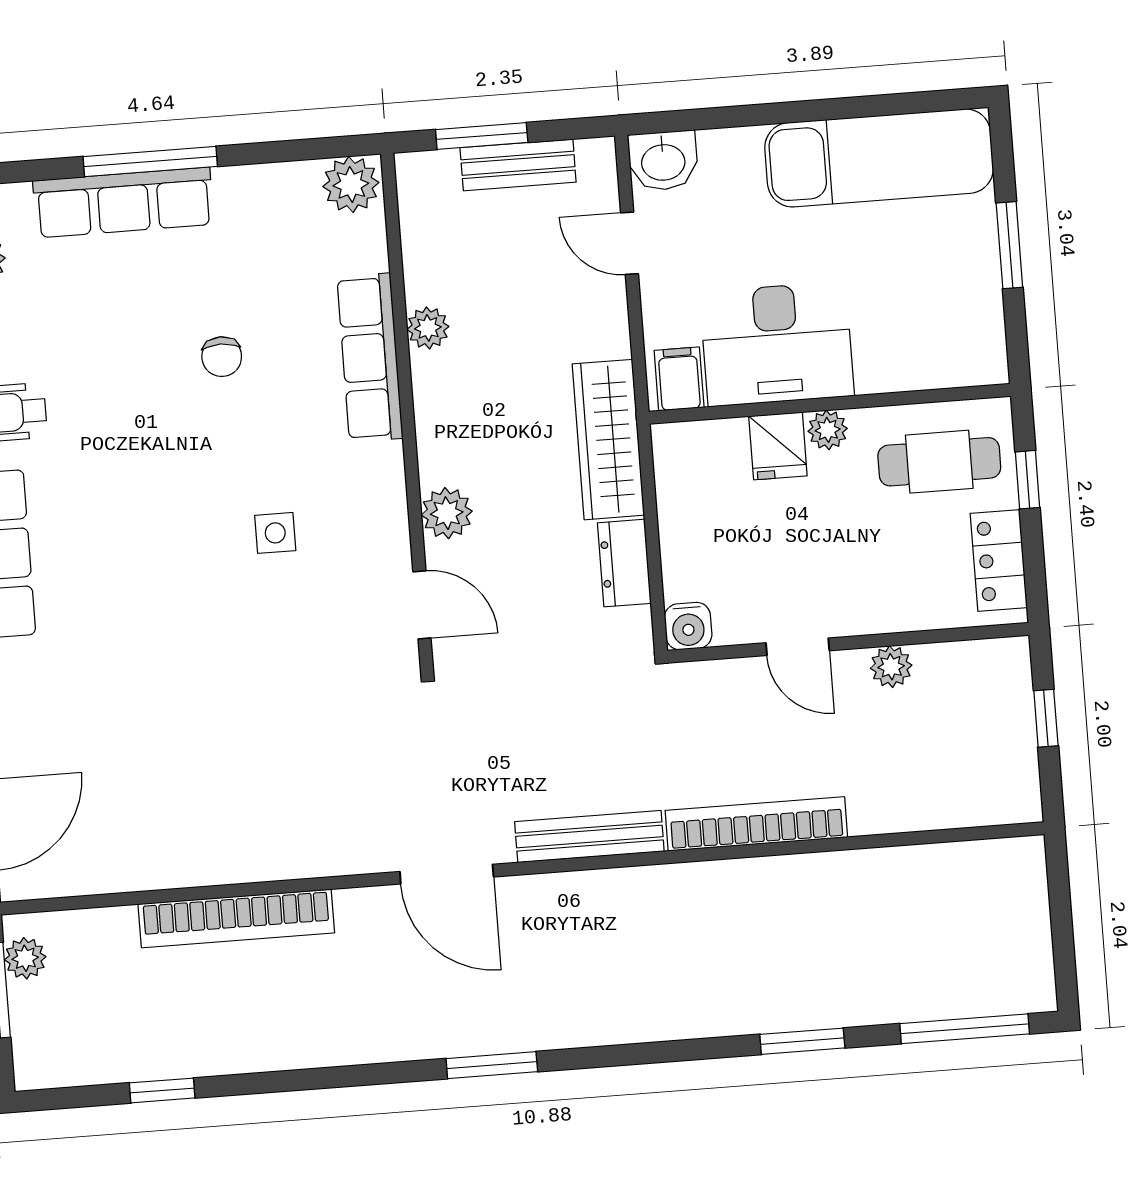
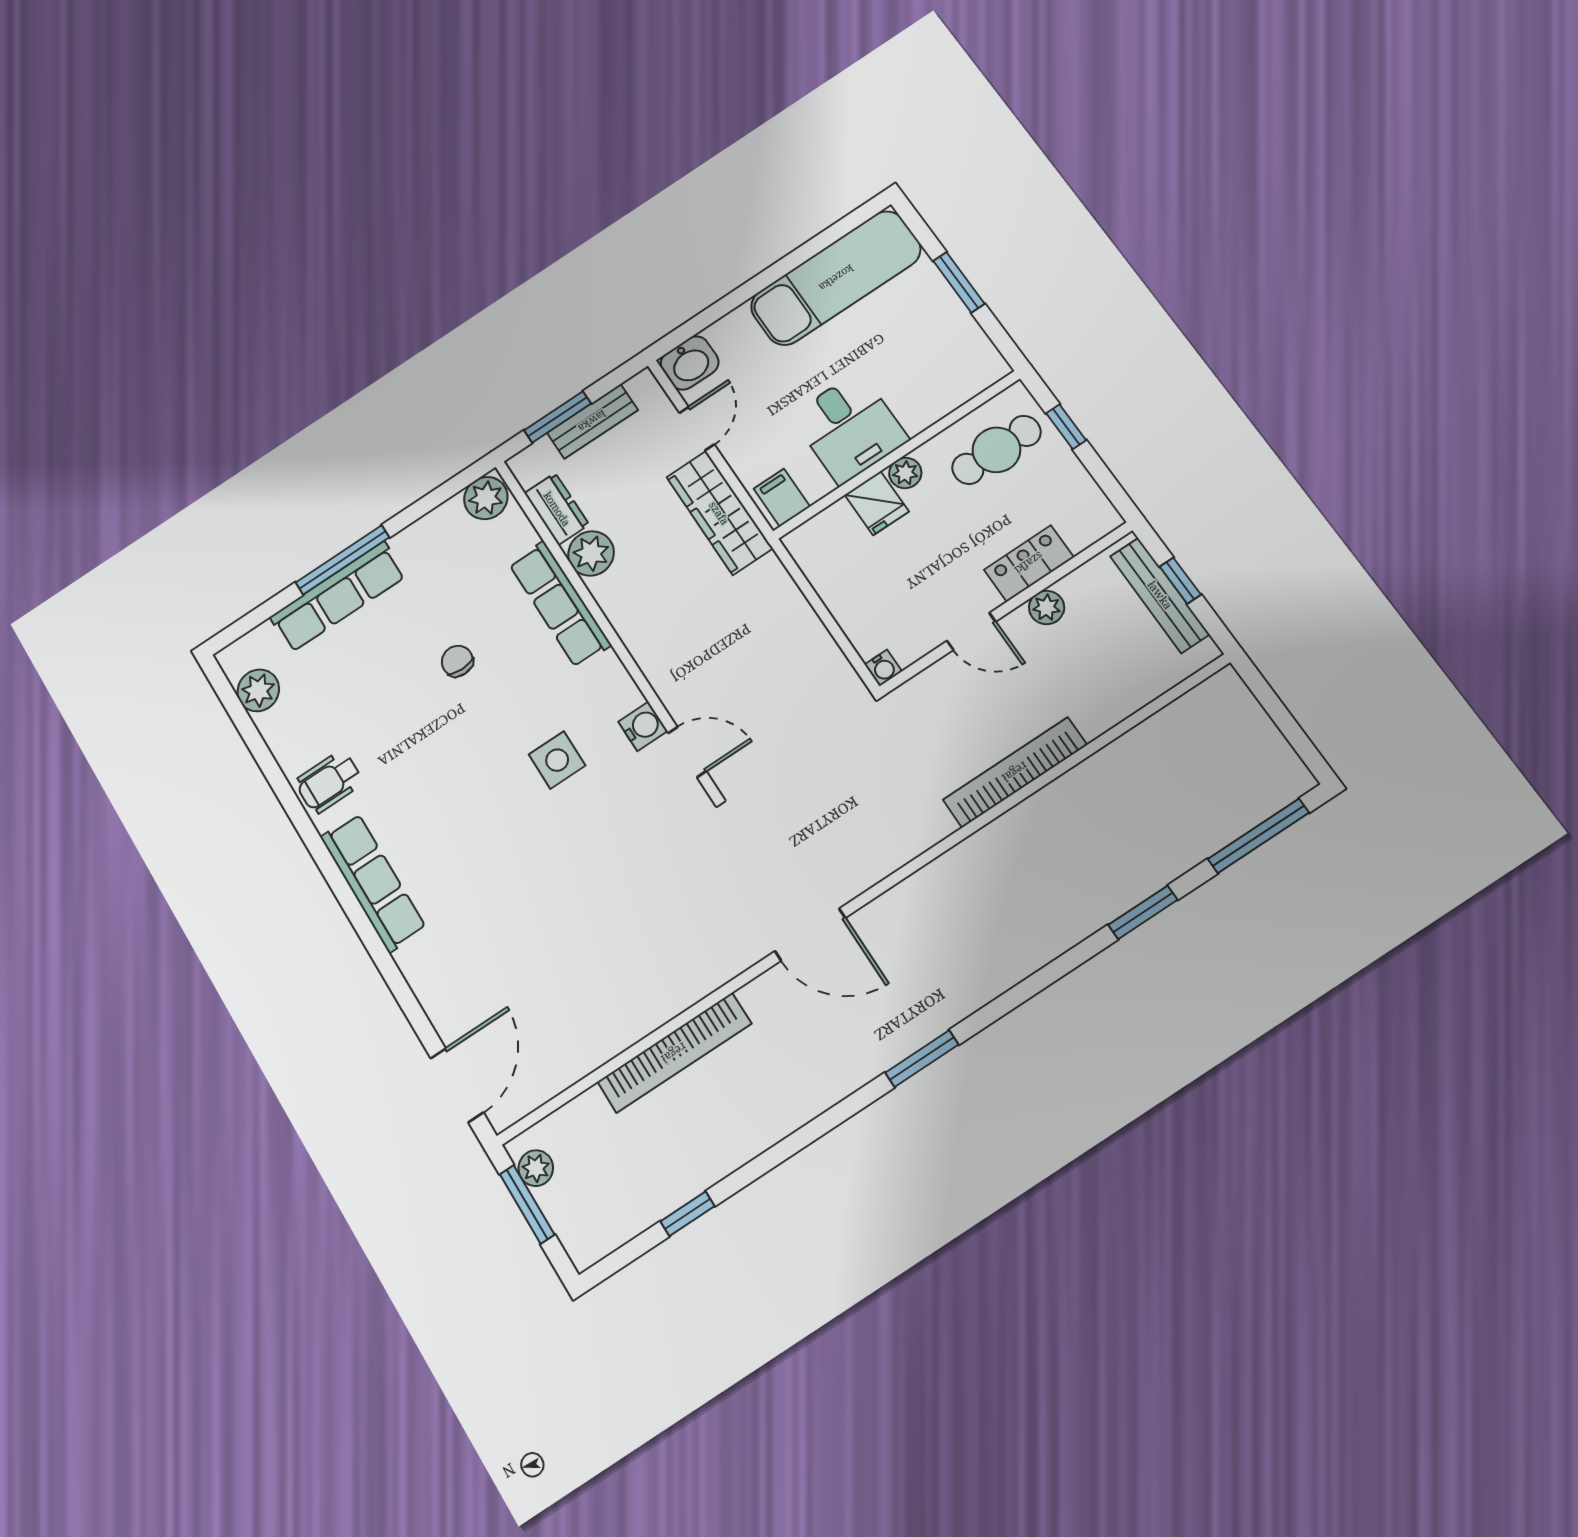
door: (630, 243) -> (697, 429), swing flipped
plant: (428, 328) -> (591, 553), width x1.38, depth x1.38
desk: (777, 344) -> (850, 428), width x0.73
chair: (222, 357) -> (457, 661), turned 180
wardrobe: (608, 440) -> (719, 513), moved
plant: (447, 513) -> (670, 679), removed
side table: (275, 533) -> (557, 760), width x1.37, depth x1.37
water cooler: (389, 549) -> (643, 726), added
locker: (999, 561) -> (1029, 563), moved, turned 90
dresser: (624, 563) -> (557, 509), moved, turned 180
water cooler: (688, 626) -> (883, 668), width x0.72, depth x0.72
bench: (589, 837) -> (1160, 595), moved, turned 90

